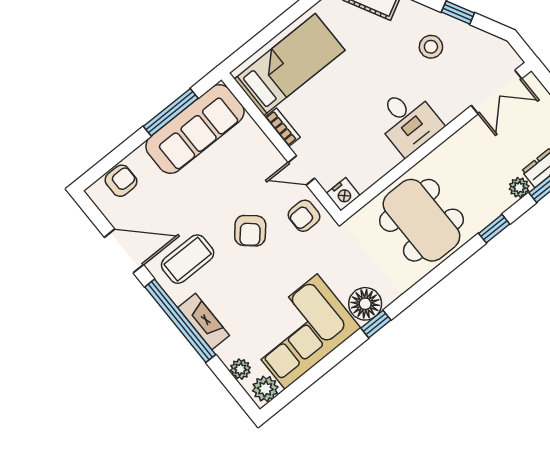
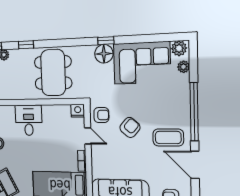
fireplace: (204, 322) -> (183, 103), removed

